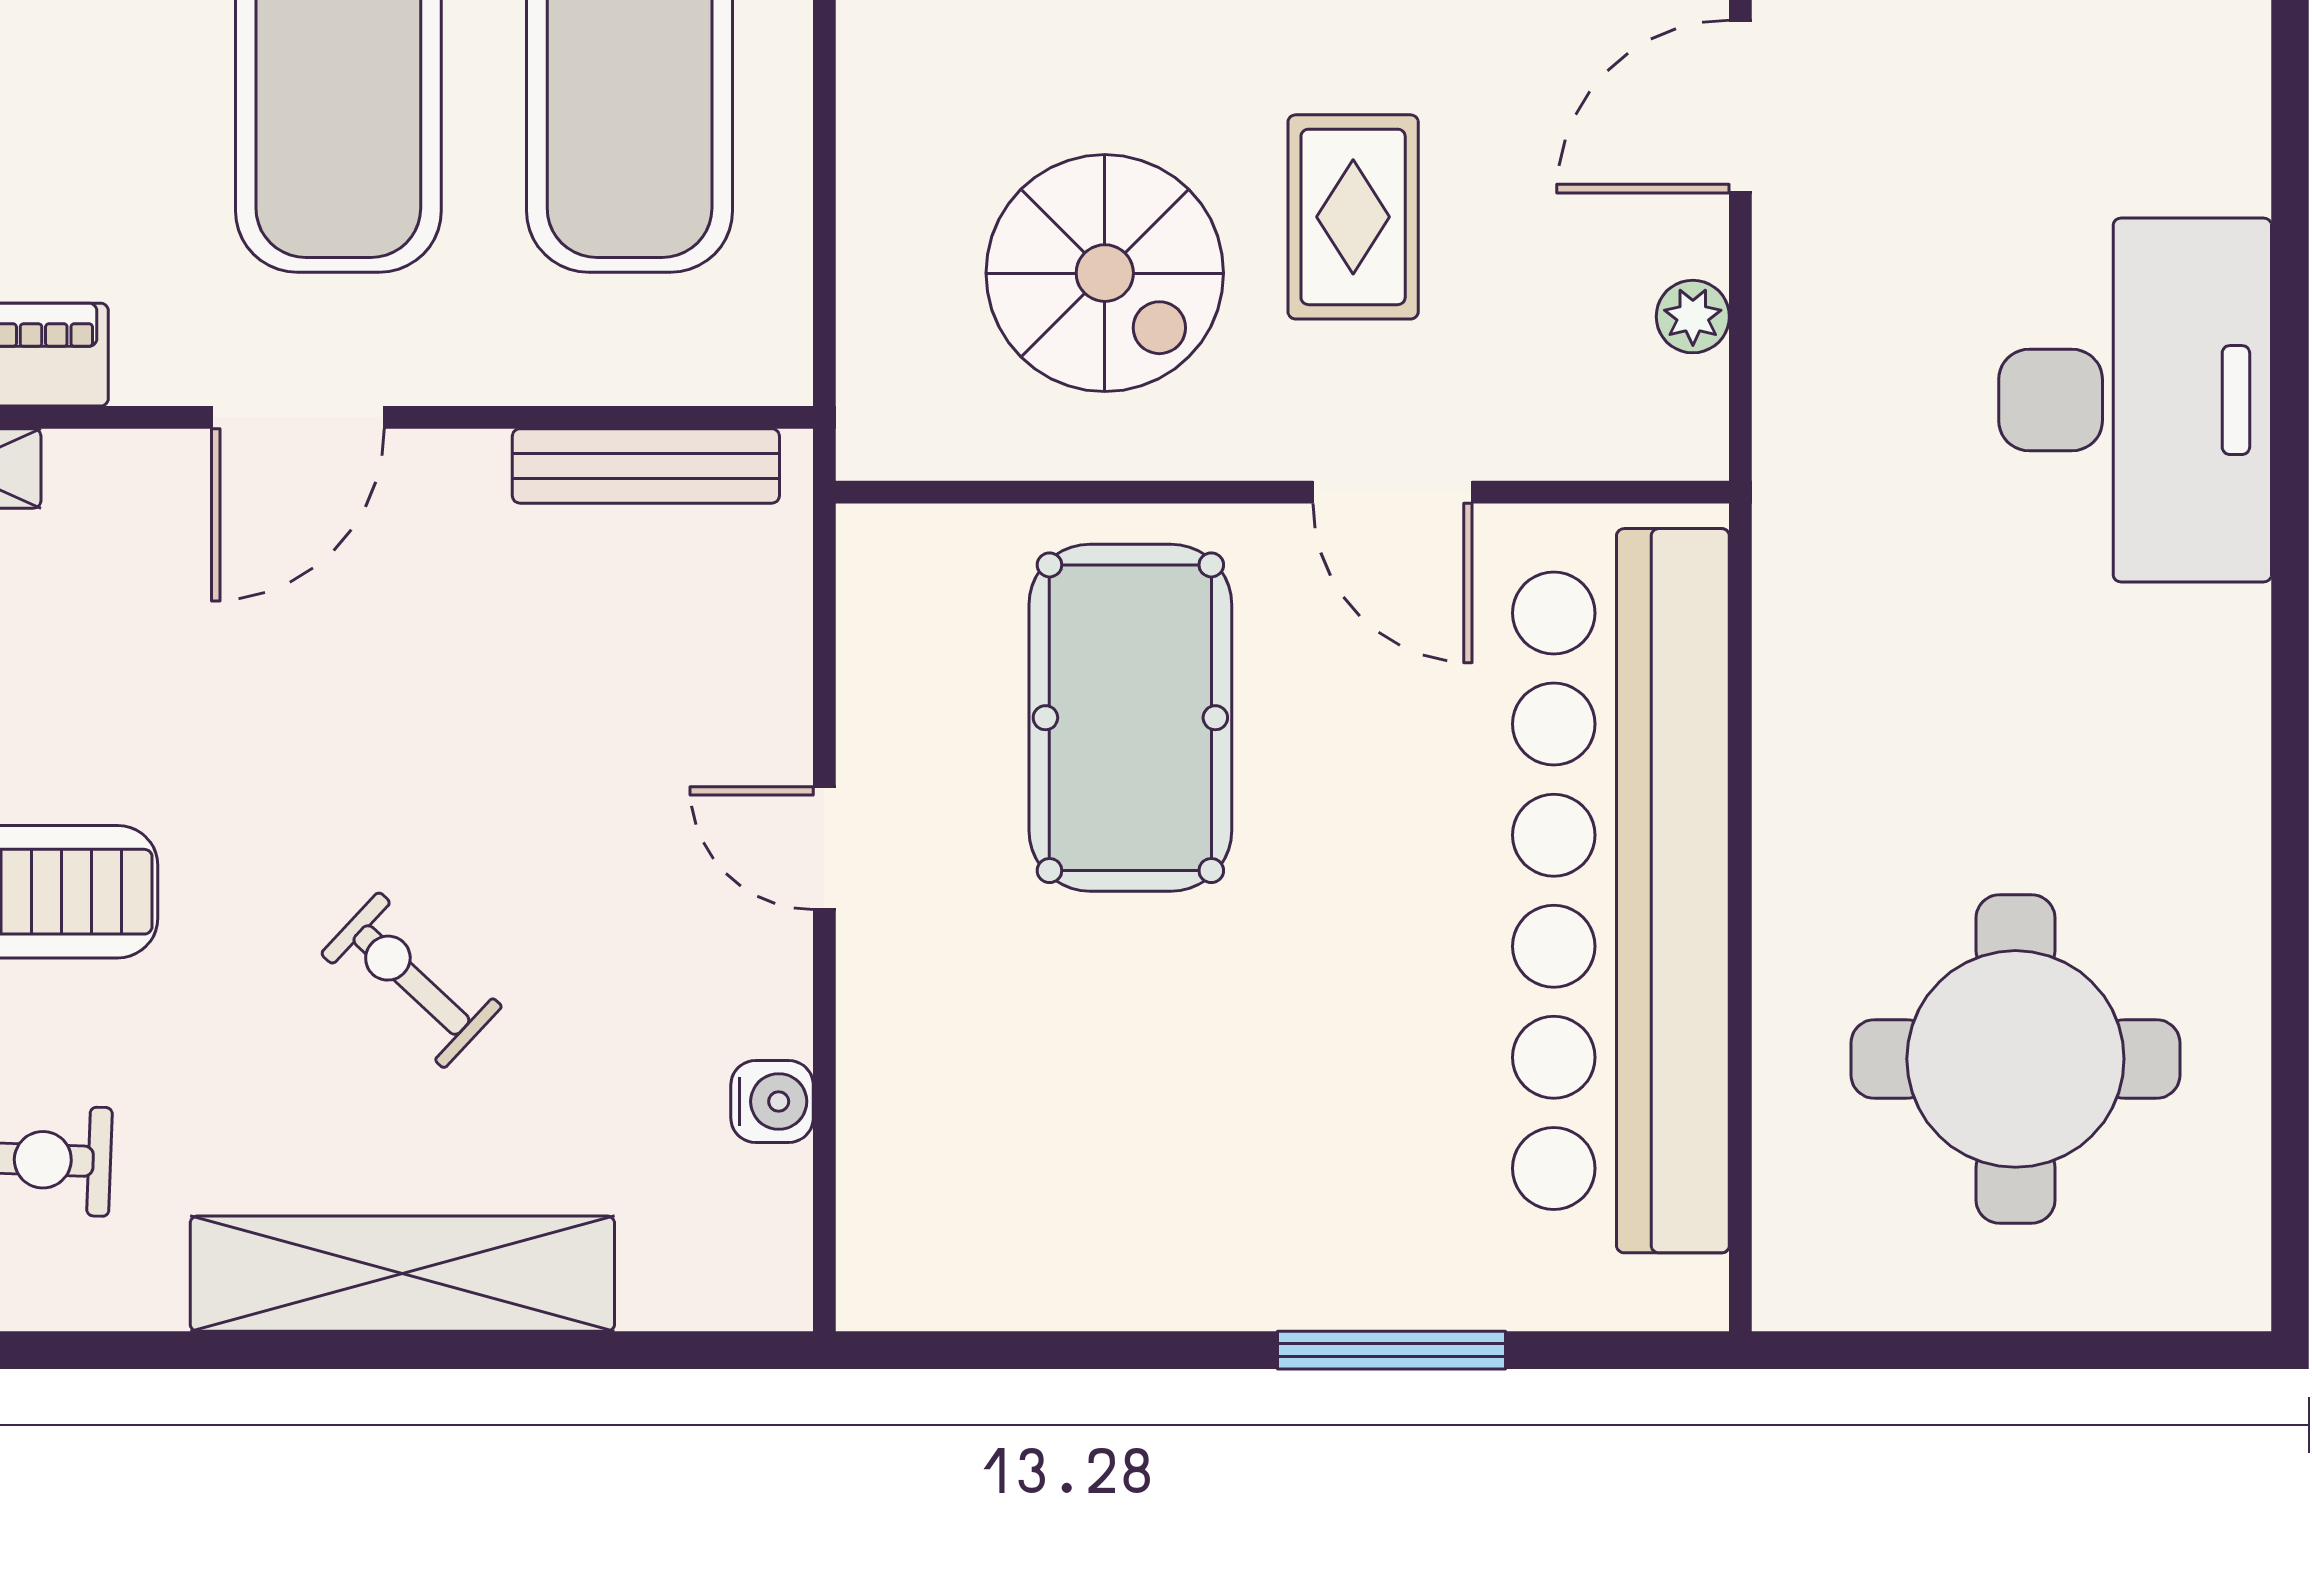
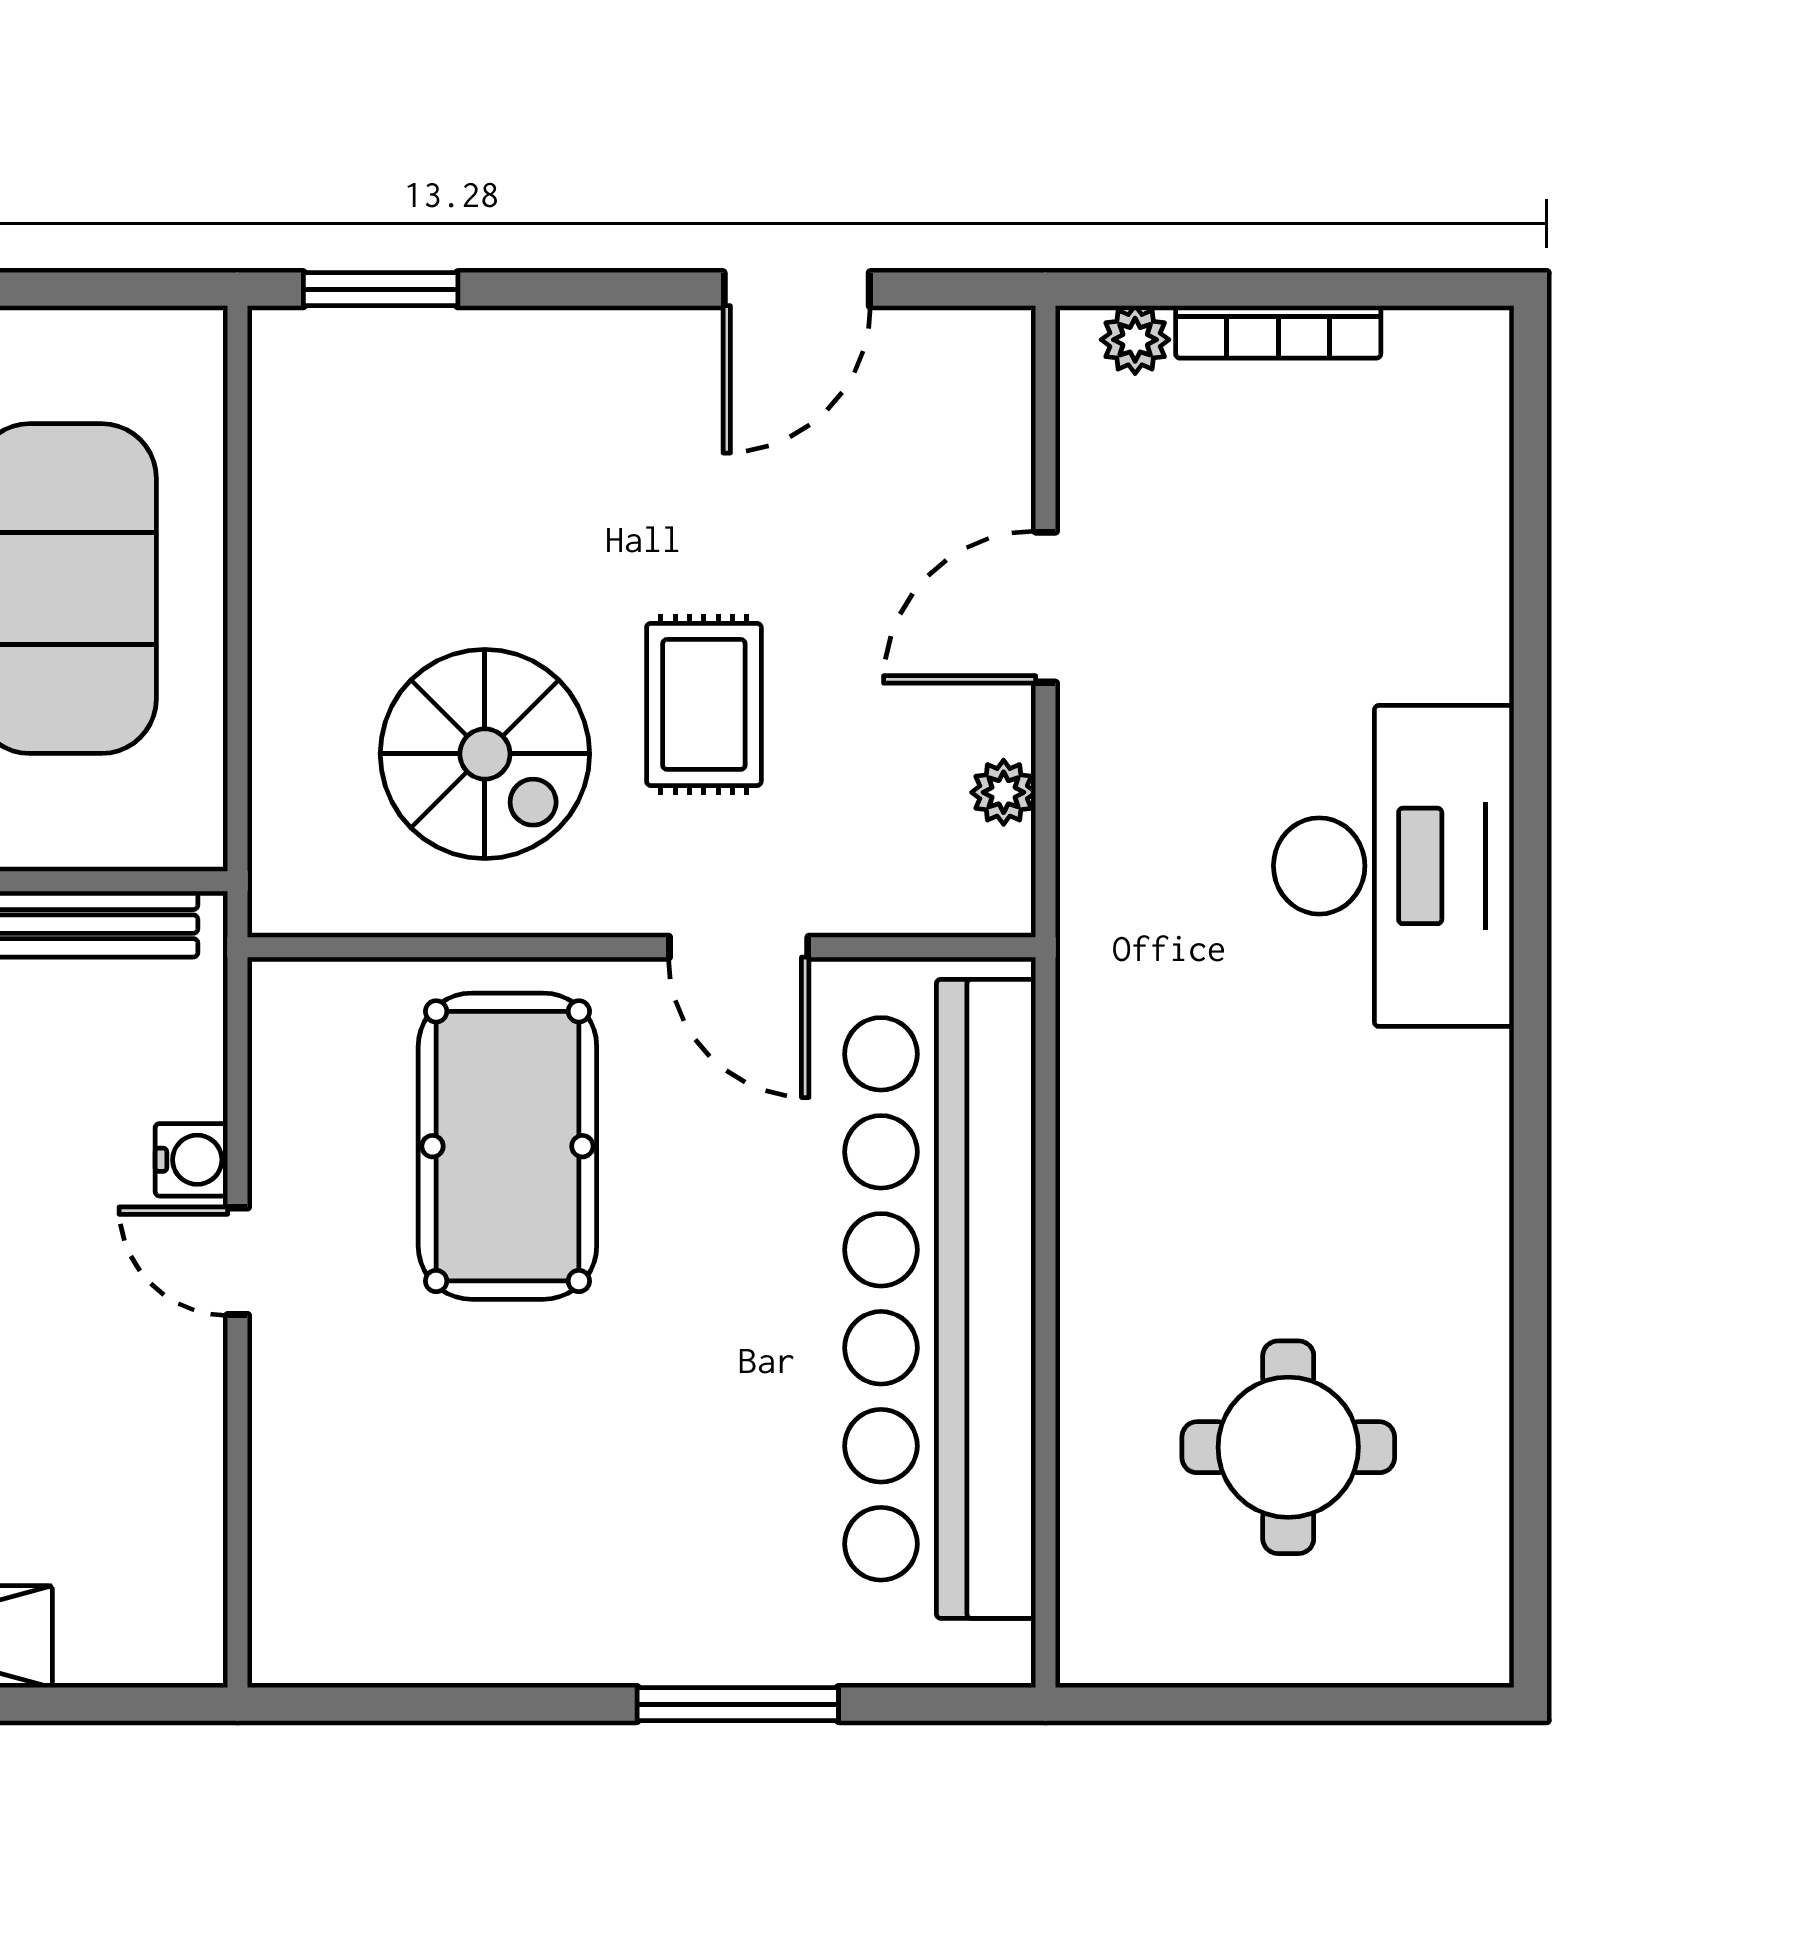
round table: (2015, 1059) -> (1288, 1447), width x0.73, depth x0.73
water cooler: (772, 1101) -> (191, 1160), moved

